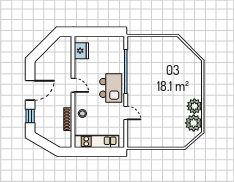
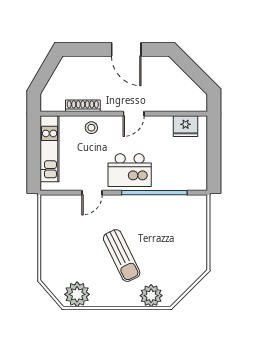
sun lounger: (168, 93) -> (122, 256), added
plant: (194, 106) -> (151, 296), moved
window: (30, 116) -> (88, 49), removed

